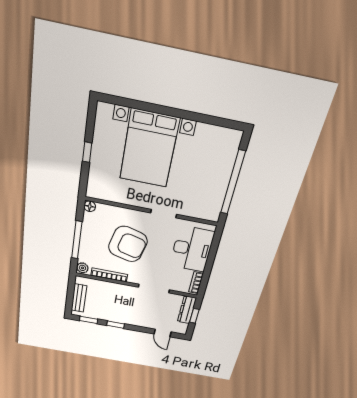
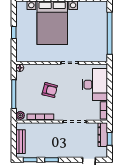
armchair: (128, 244) -> (50, 90), width x0.53, depth x0.53

